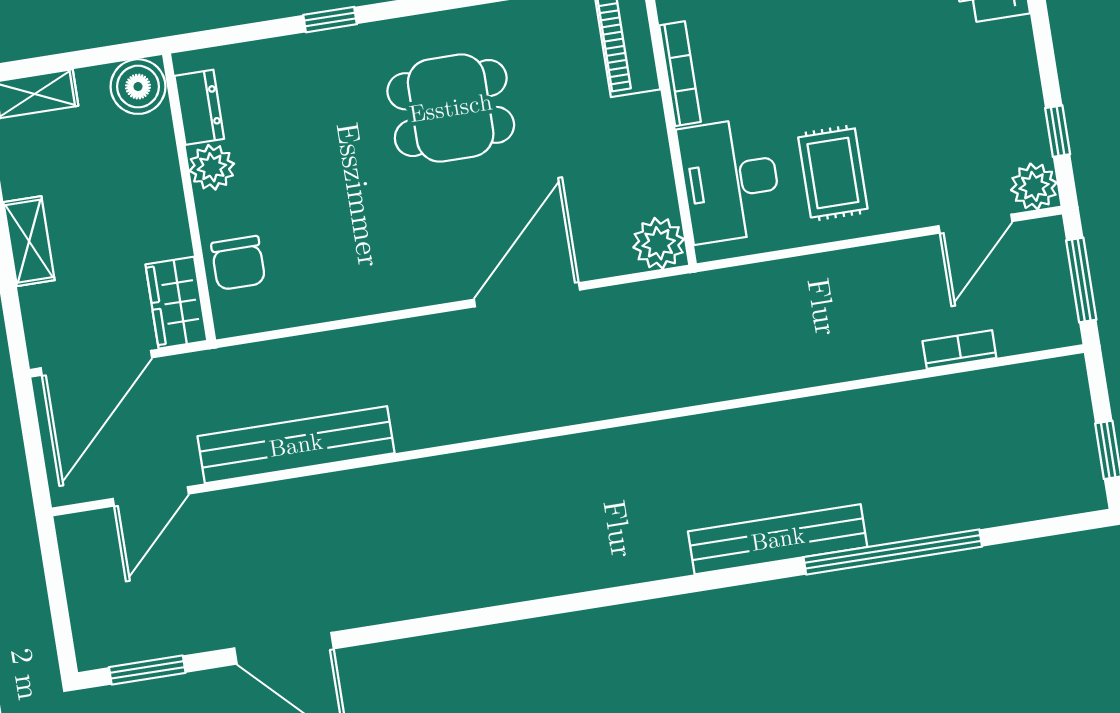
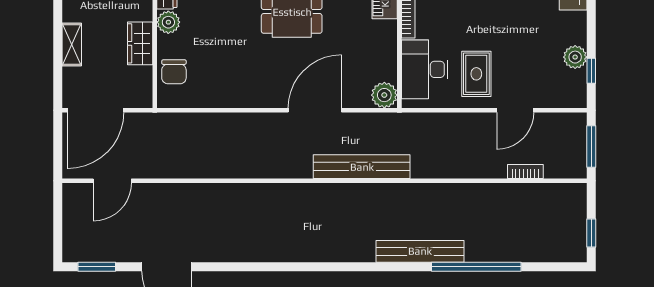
plant: (1034, 186) -> (575, 57), moved
door: (975, 224) -> (515, 110), moved
wardrobe: (176, 303) -> (140, 43), moved
bench: (296, 445) -> (362, 167), moved

